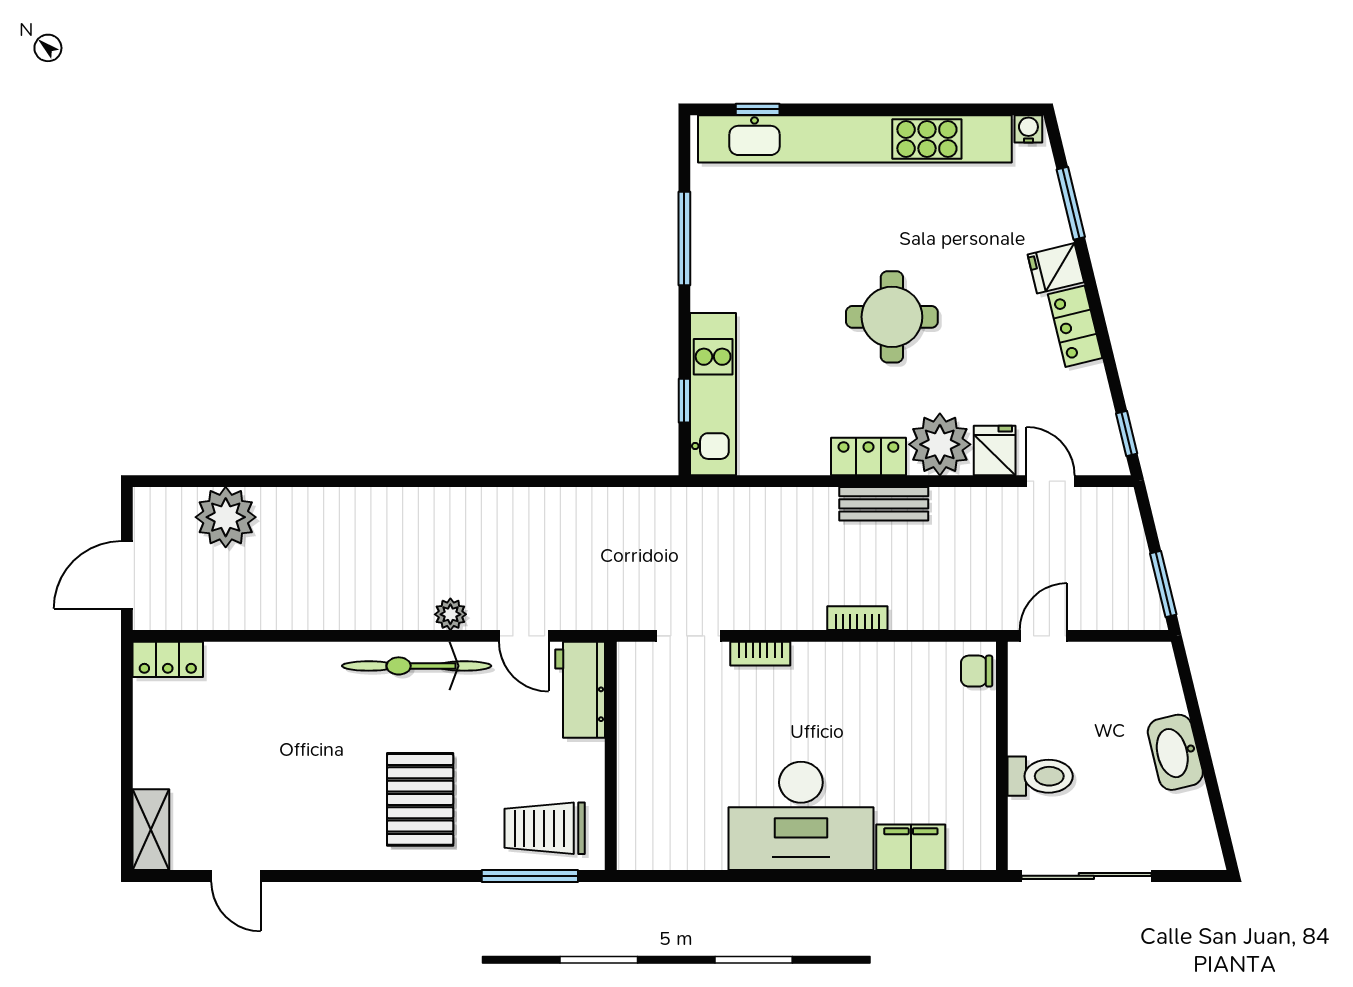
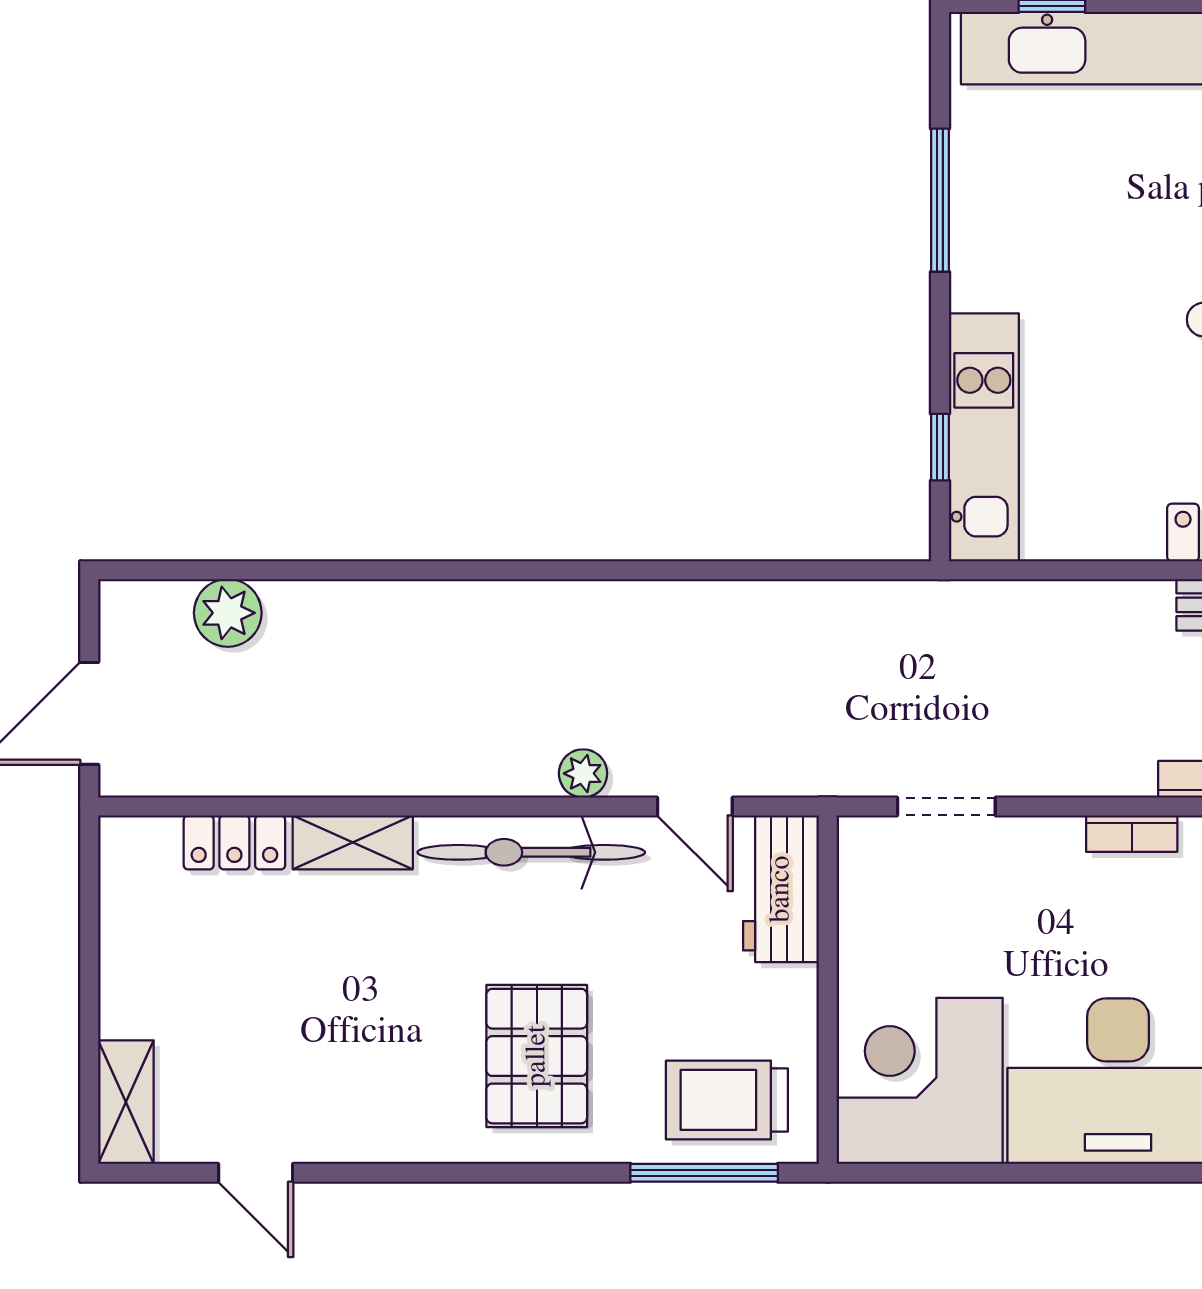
plant: (226, 517) -> (228, 613), width x0.73, depth x0.73
bookcase: (760, 654) -> (1132, 834), moved
locker: (168, 659) -> (234, 842), moved
shelving: (300, 659) -> (353, 842), added
corner desk: (671, 816) -> (920, 1081), added

